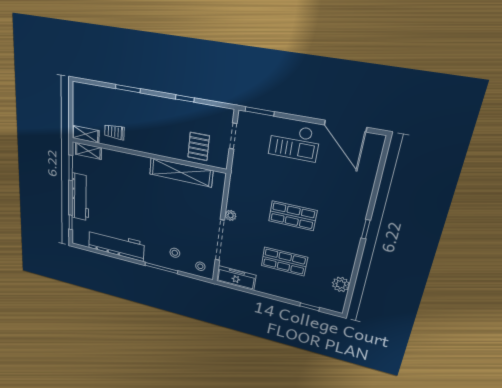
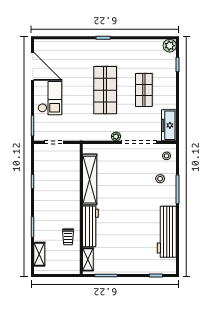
door: (345, 126) -> (33, 66), hinge flipped
shelving: (85, 134) -> (39, 254), moved
pallet: (199, 146) -> (66, 168), removed
workbench: (80, 197) -> (90, 226), moved, turned 90
shop shelf: (293, 216) -> (105, 90), width x1.43, depth x1.36
plant: (341, 284) -> (170, 46), moved

